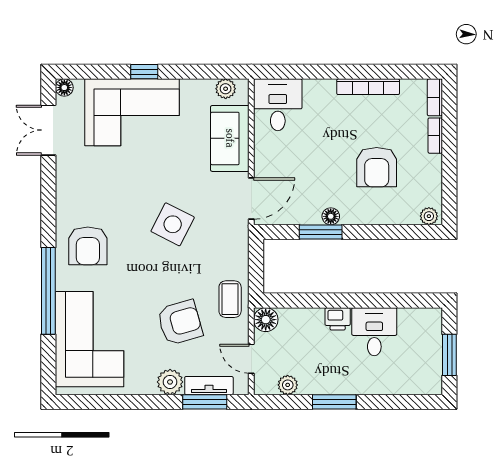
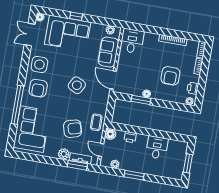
printer: (431, 186) -> (193, 88), added
side table: (81, 193) -> (39, 64), added
door: (251, 199) -> (113, 80), swing flipped
printer: (338, 319) -> (130, 137), moved

